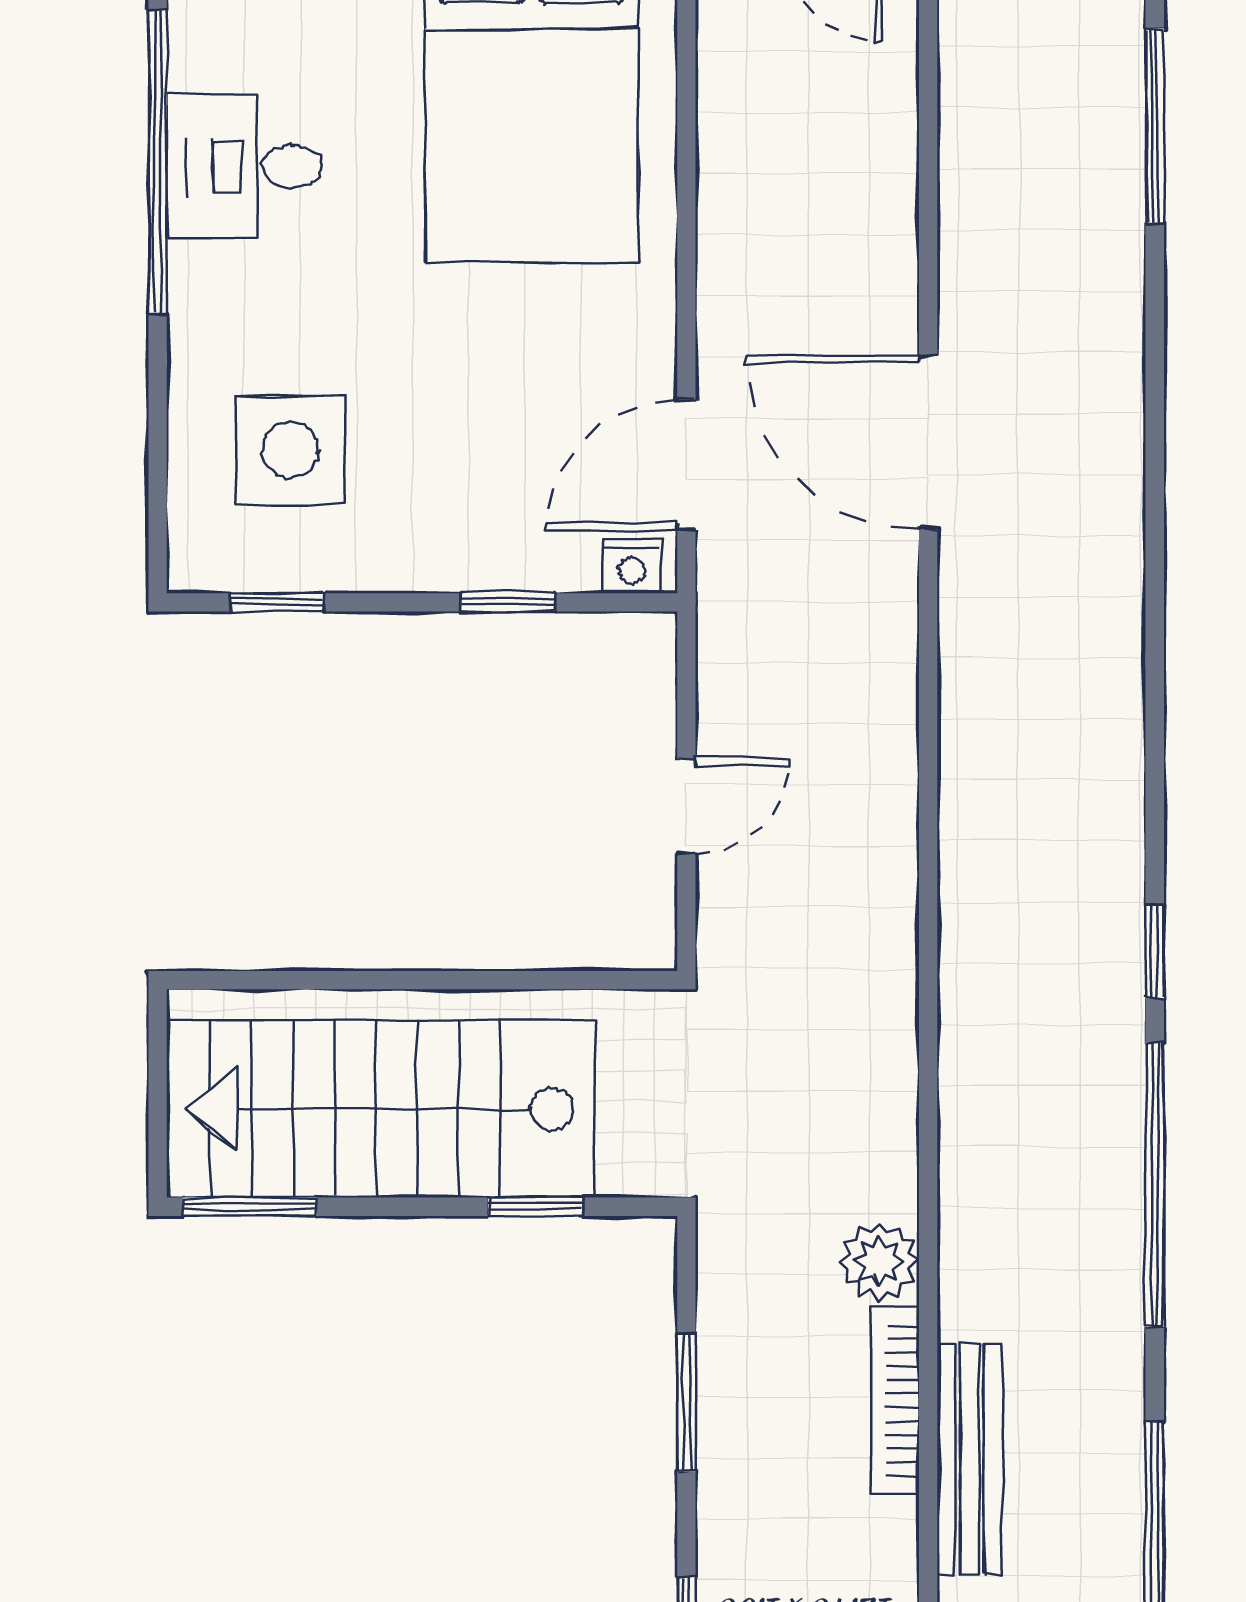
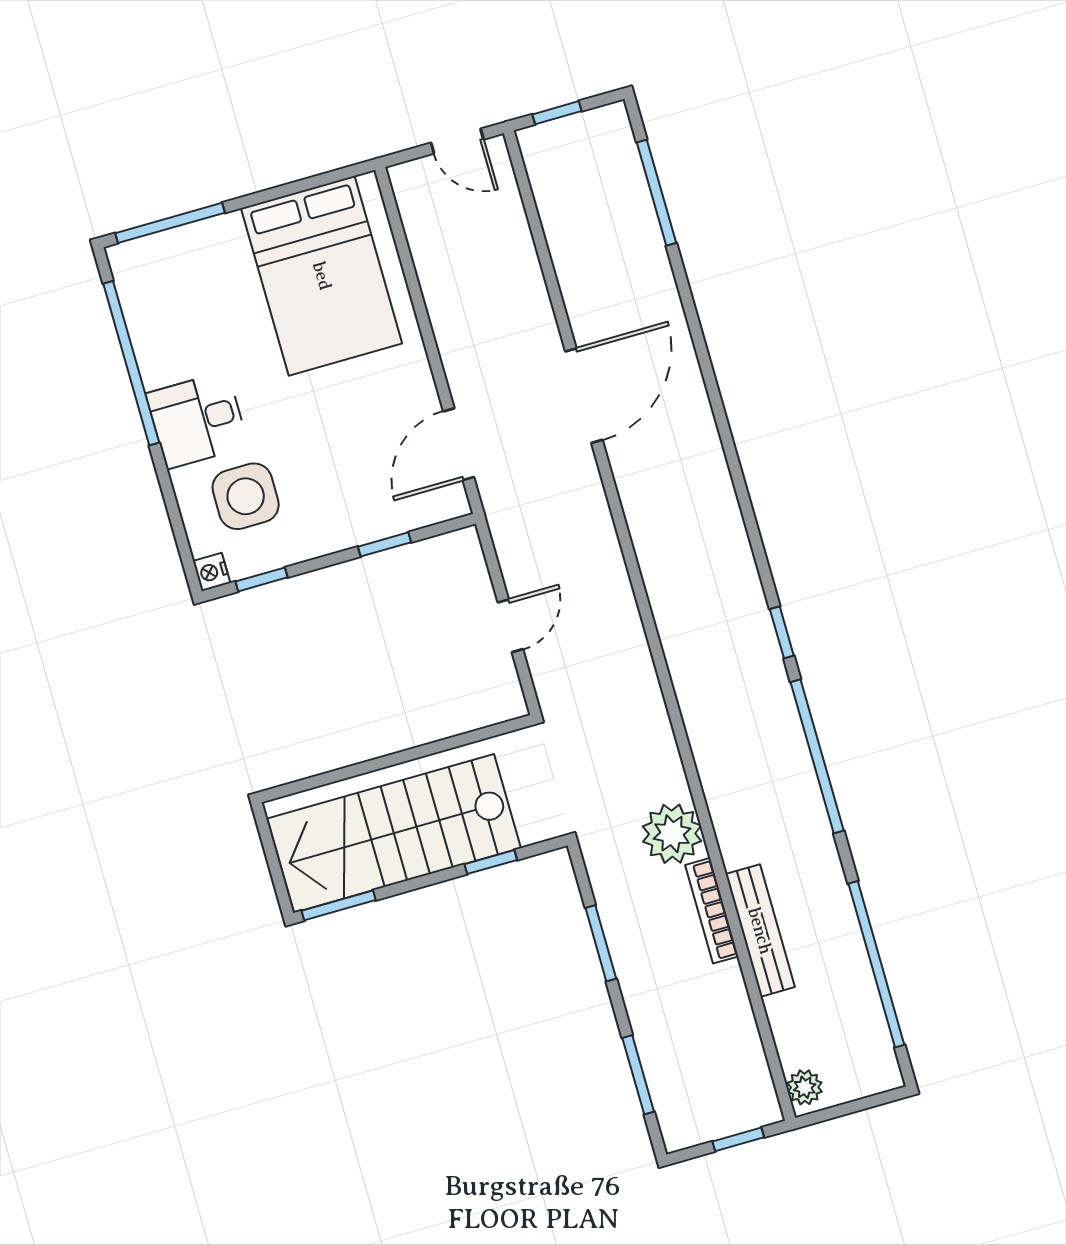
desk: (244, 167) -> (197, 420), moved
door: (928, 442) -> (584, 396), swing flipped
nightstand: (632, 566) -> (212, 572), moved, turned 90
plant: (879, 1262) -> (672, 834), width x1.36, depth x1.36

